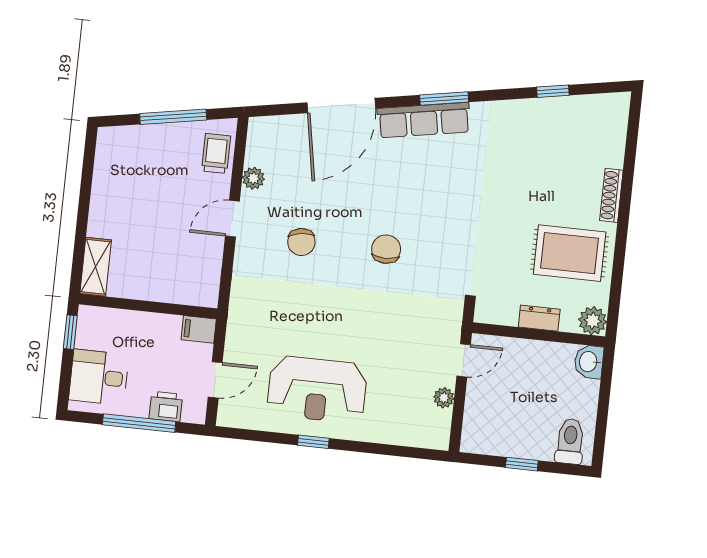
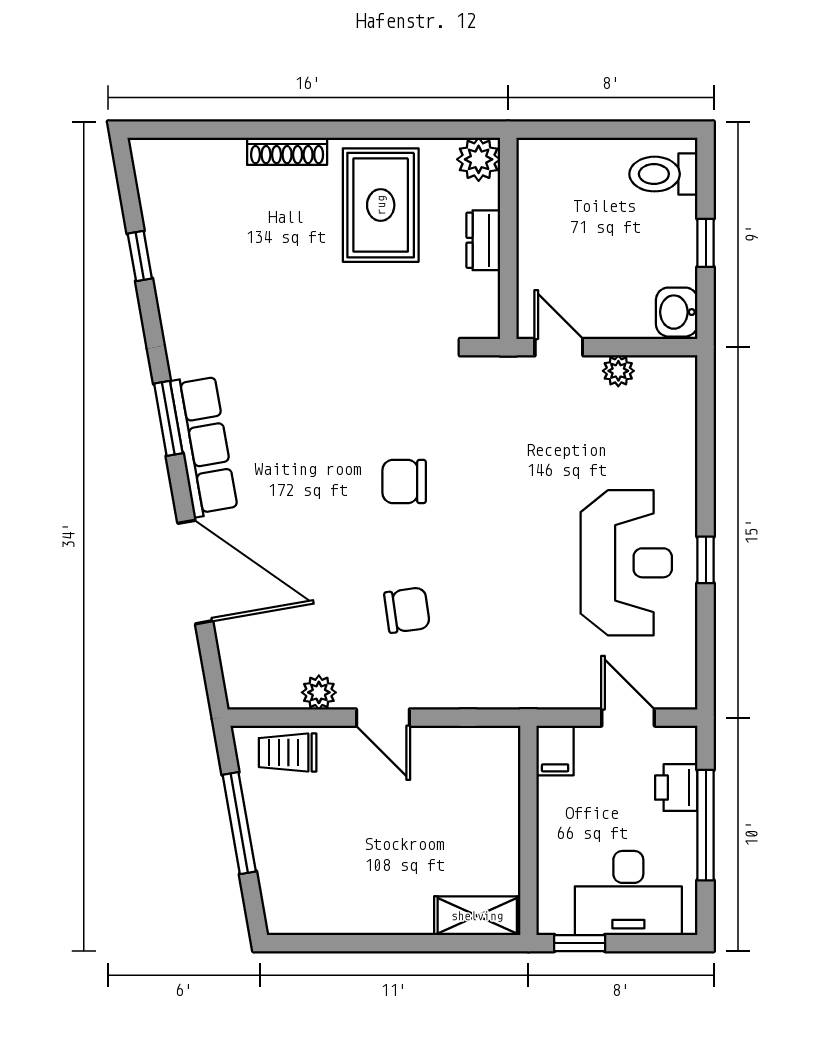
washbasin: (589, 362) -> (677, 312), moved, turned 90
desk: (99, 377) -> (628, 893), width x1.37

